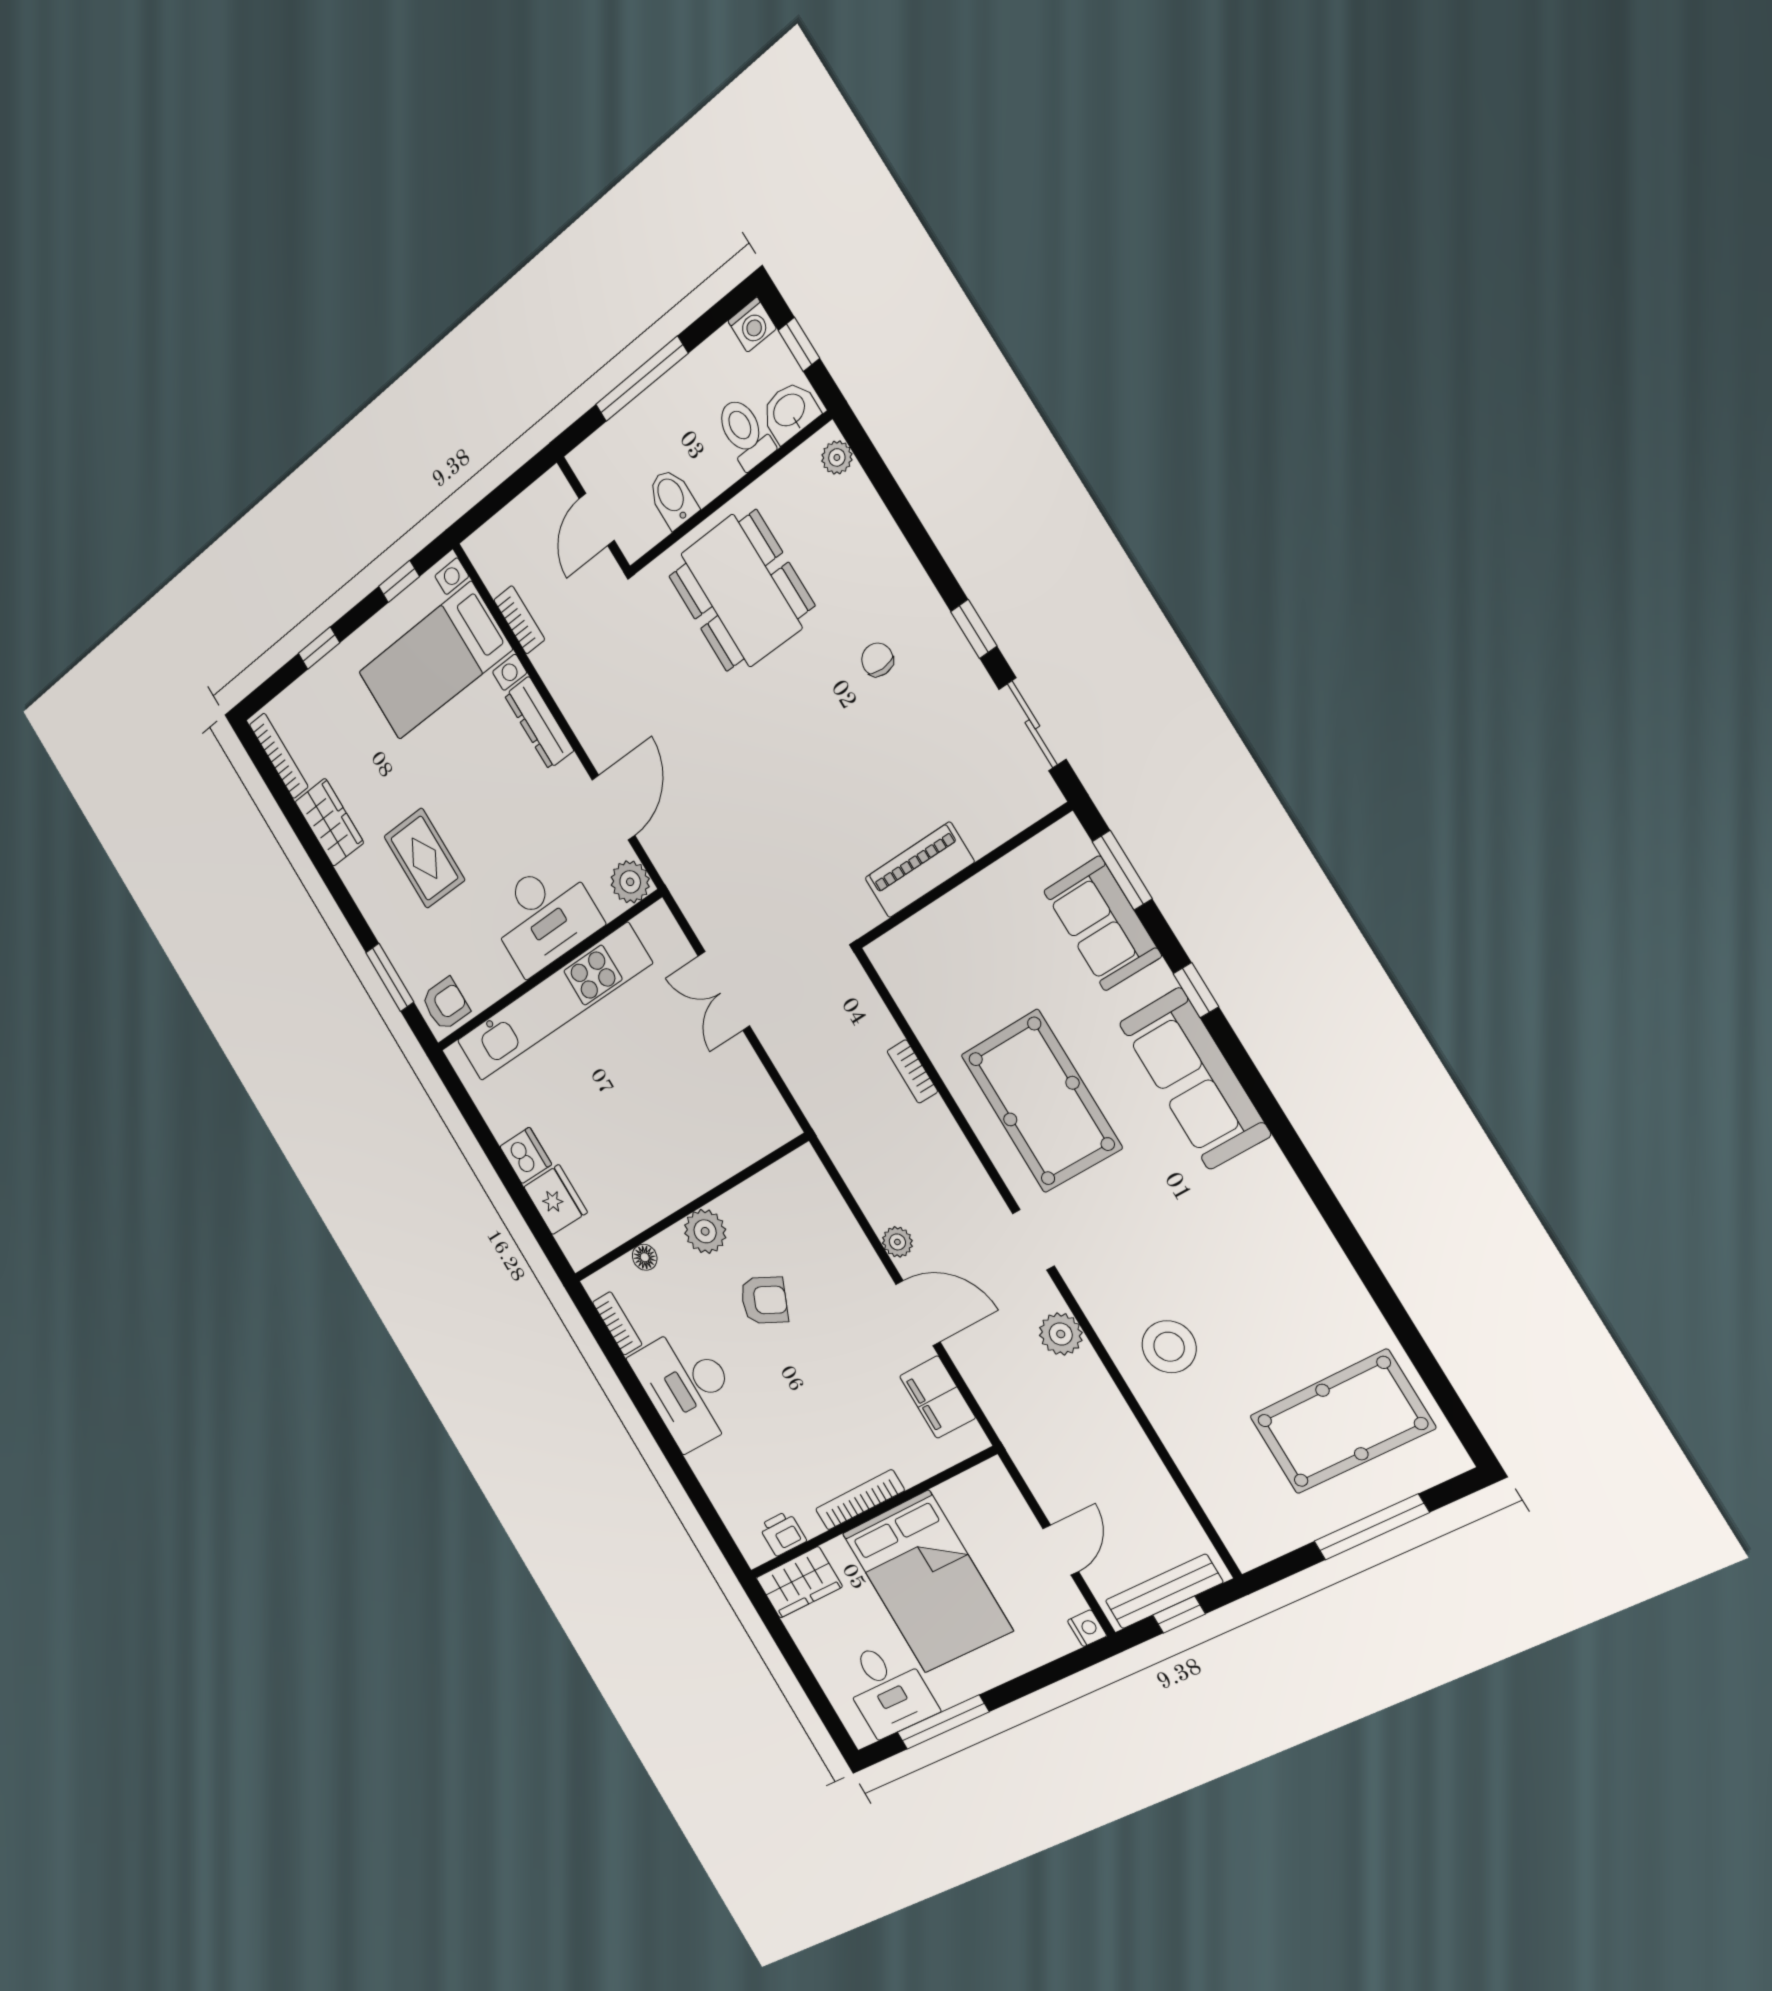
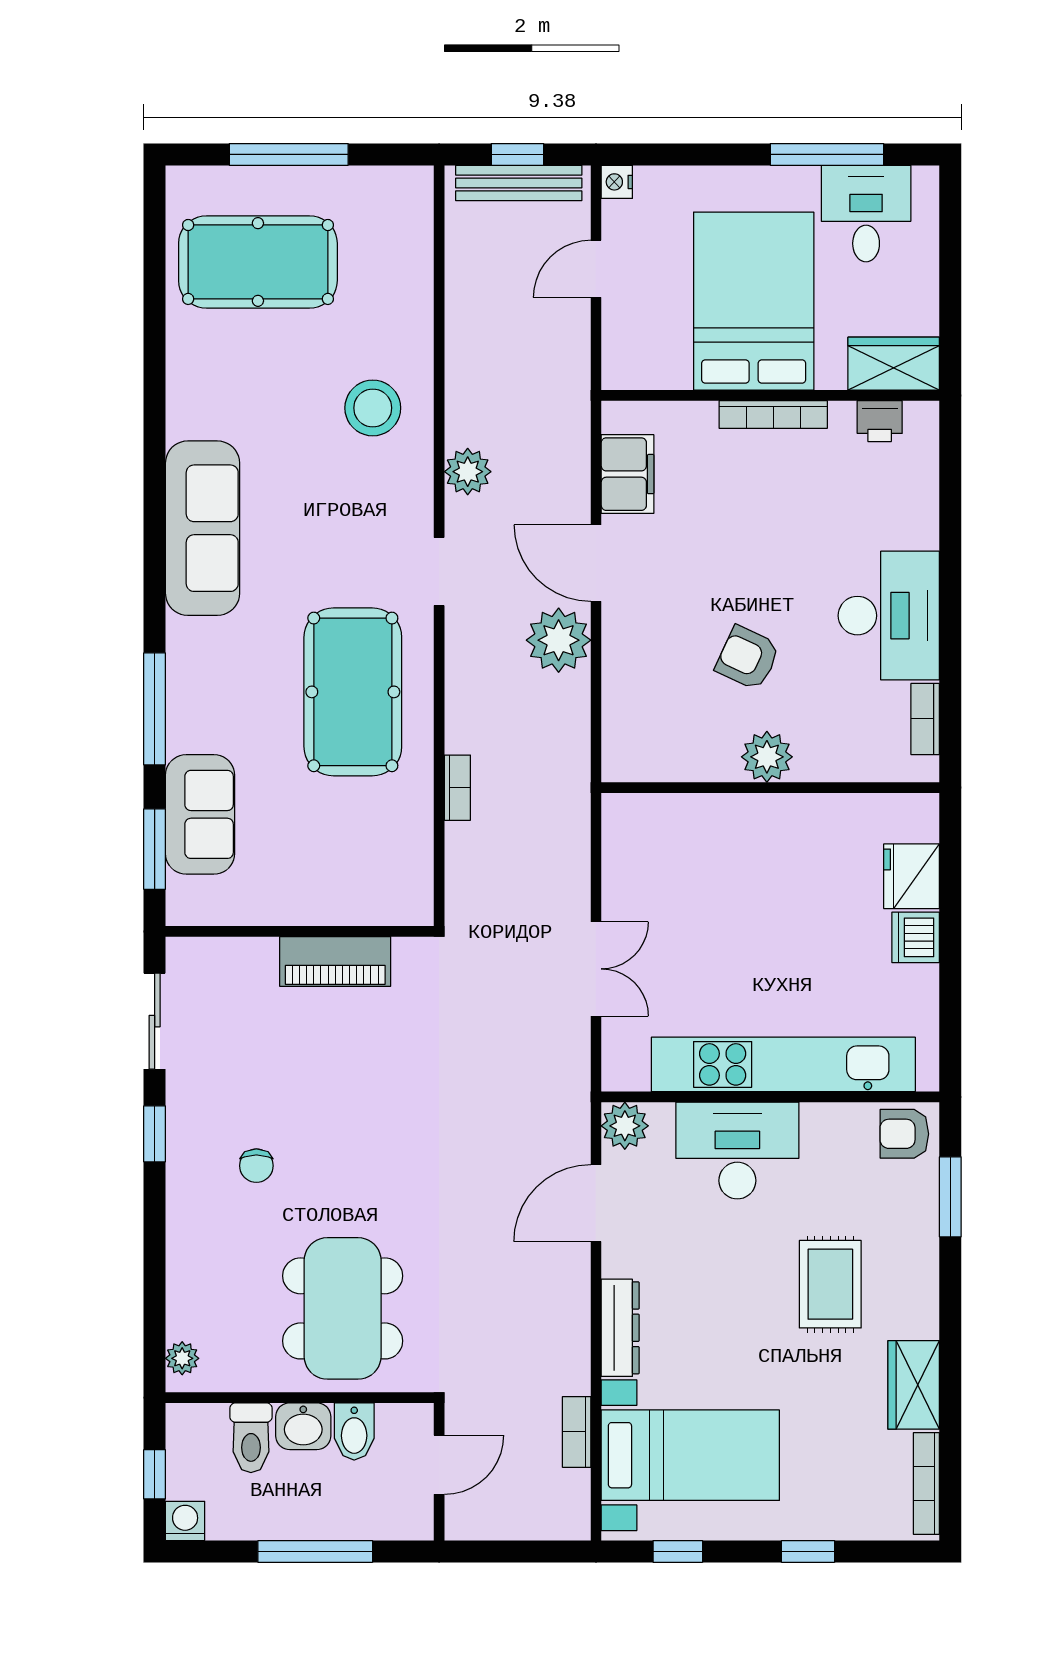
washbasin: (790, 411) -> (303, 1426), moved
window: (1196, 990) -> (155, 709), width x2.17
sofa: (1195, 1079) -> (203, 528), moved
plant: (897, 1242) -> (559, 640), width x1.88, depth x1.88
floor lamp: (645, 1257) -> (850, 767), removed

